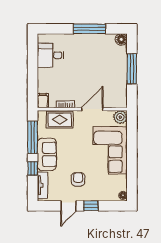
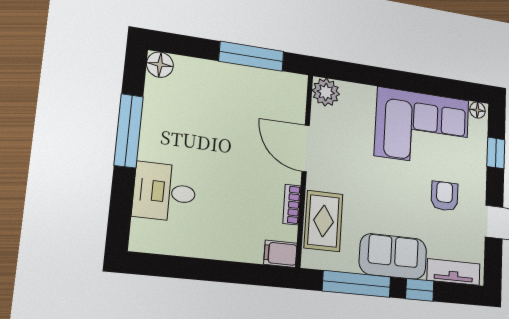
desk: (51, 55) -> (165, 192), moved, turned 90
window: (132, 69) -> (251, 56), moved
corner sofa: (110, 150) -> (422, 128), moved
armchair: (78, 179) -> (444, 196), turned 90
window: (91, 206) -> (496, 153), moved

